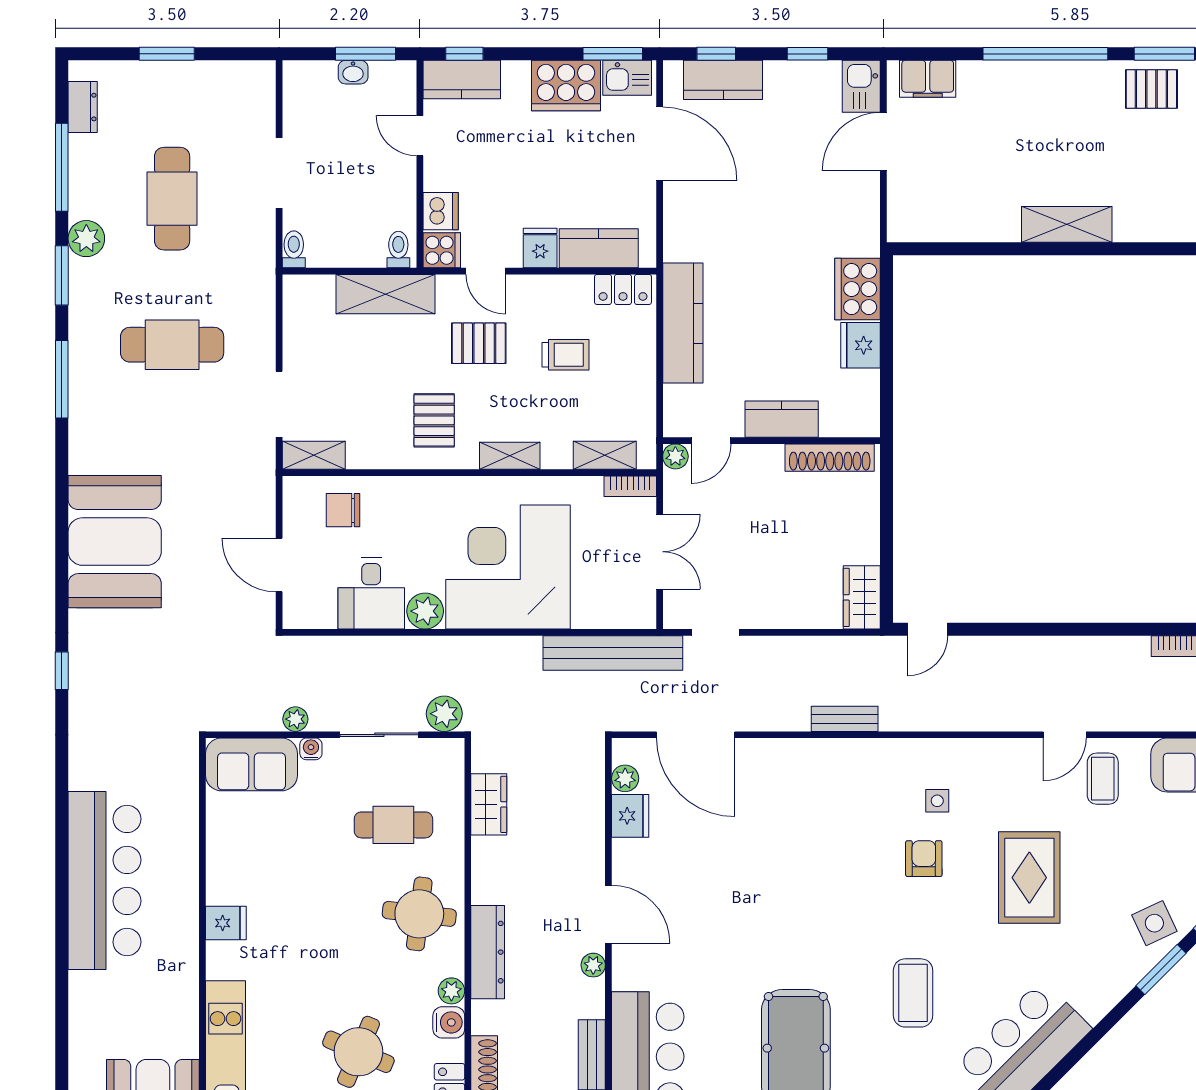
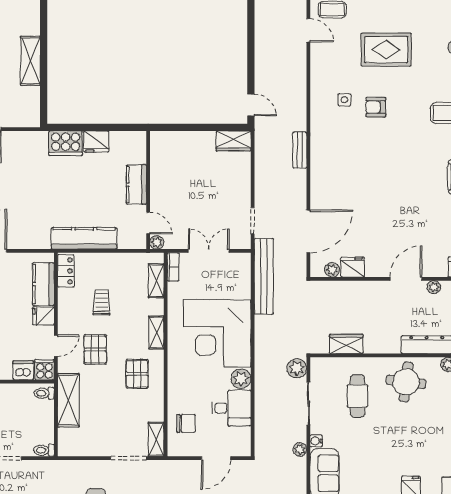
shelving: (1067, 224) -> (30, 61), moved
pallet: (434, 420) -> (137, 374), turned 90
shoe rack: (830, 458) -> (157, 158), removed
chair: (343, 510) -> (186, 423), turned -90

